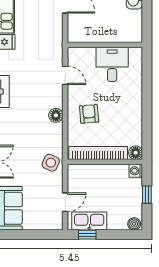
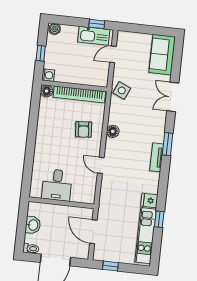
wall: (105, 45) -> (61, 203), moved
desk: (112, 64) -> (57, 185), moved

